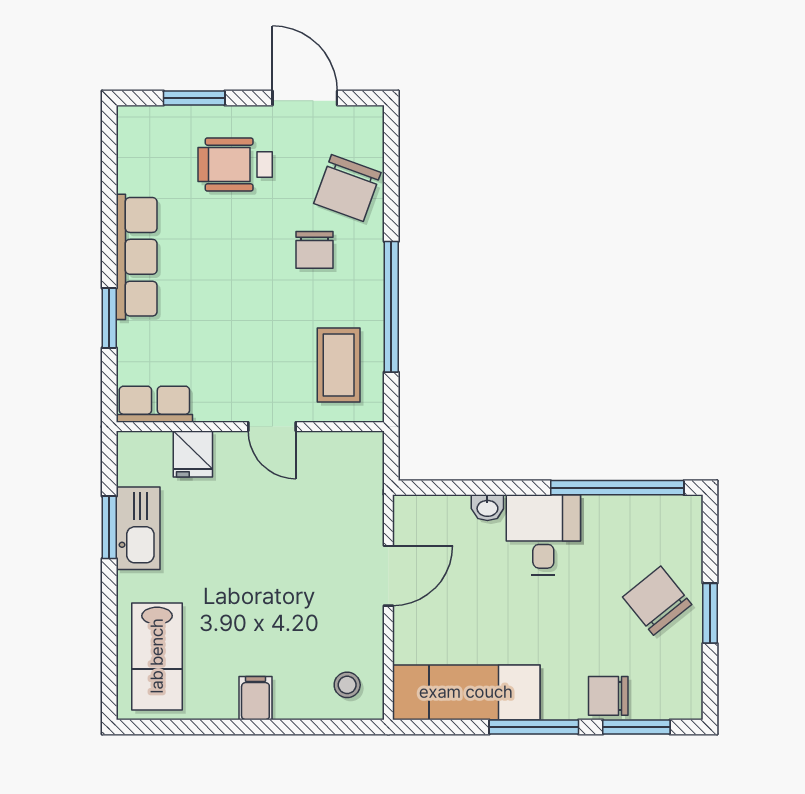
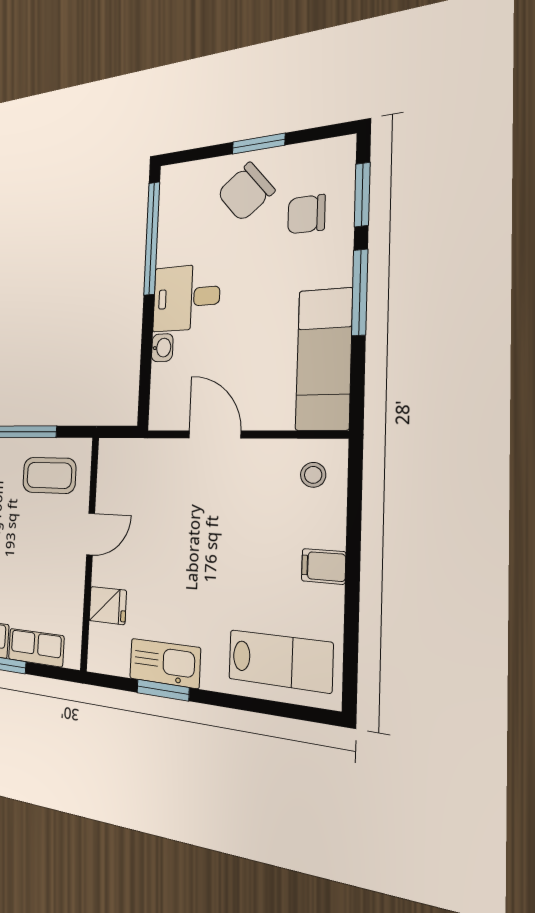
row of seats: (154, 404) -> (36, 648), moved, turned 90
chair: (608, 696) -> (306, 214), moved, turned 90

